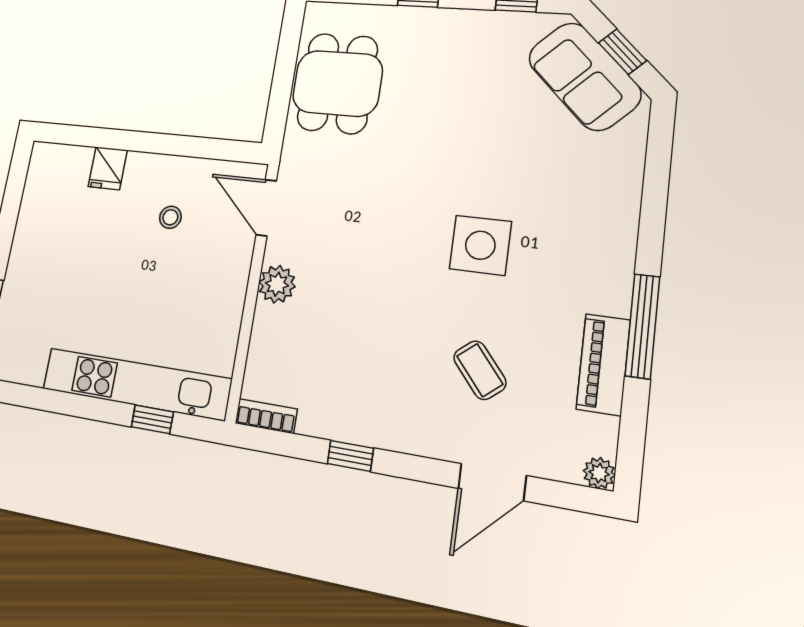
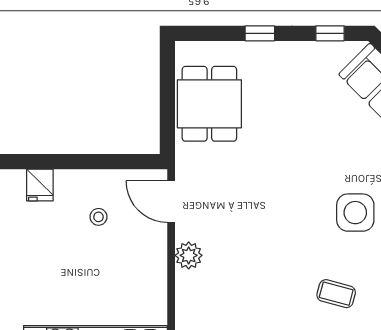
side table: (480, 245) -> (355, 213), moved
coffee table: (480, 370) -> (336, 294), turned -35

